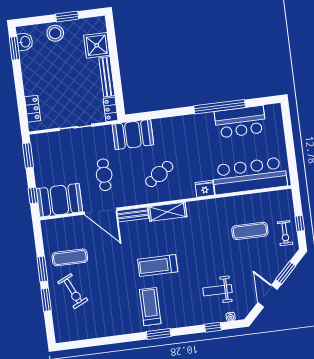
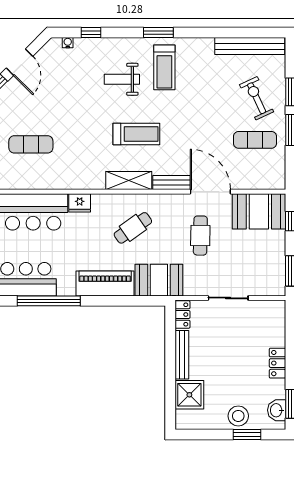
window: (67, 16) -> (247, 435), moved
locker: (33, 109) -> (277, 363), moved
piano: (176, 126) -> (105, 283), added
treadmill: (158, 266) -> (136, 134), moved
weight bench: (217, 290) -> (122, 79), moved, turned 180
bench: (84, 332) -> (250, 46), added

